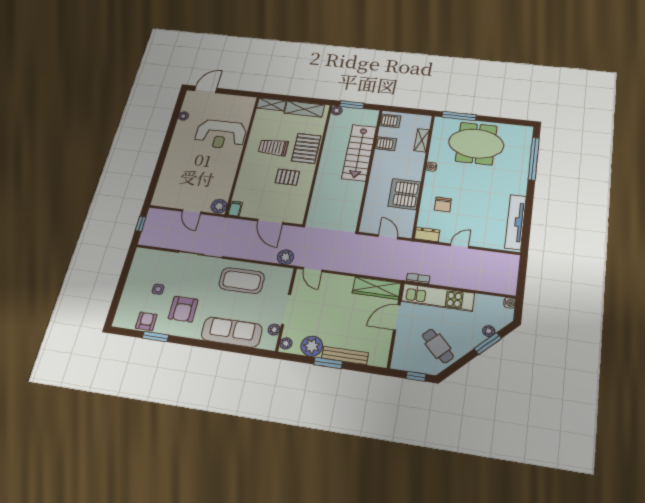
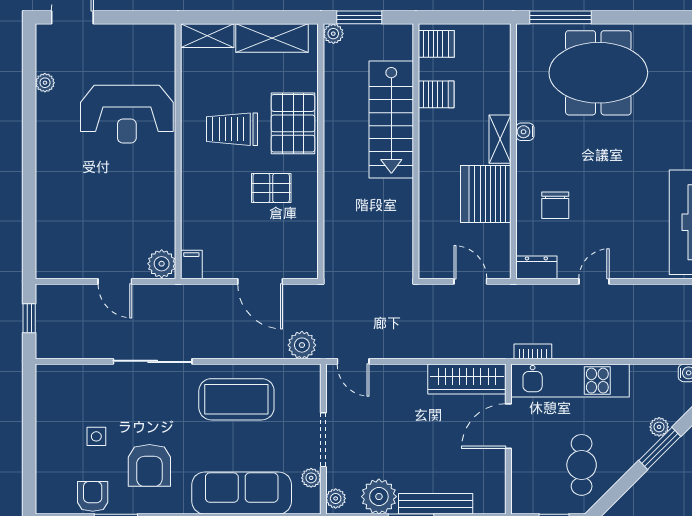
shelving: (422, 140) -> (500, 139), moved
cafe table: (438, 346) -> (582, 465), turned 45

